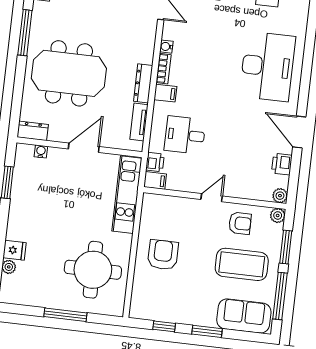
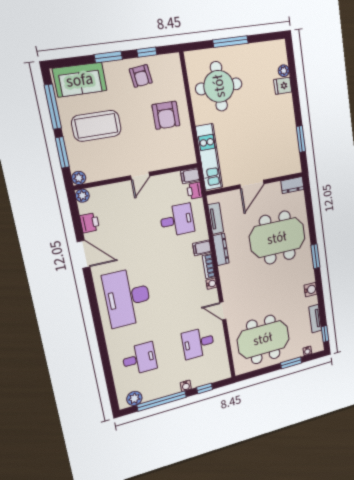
window: (25, 33) -> (315, 256), width x0.69
water cooler: (41, 151) -> (283, 171), removed
armchair: (240, 223) -> (141, 76), moved, turned -97

